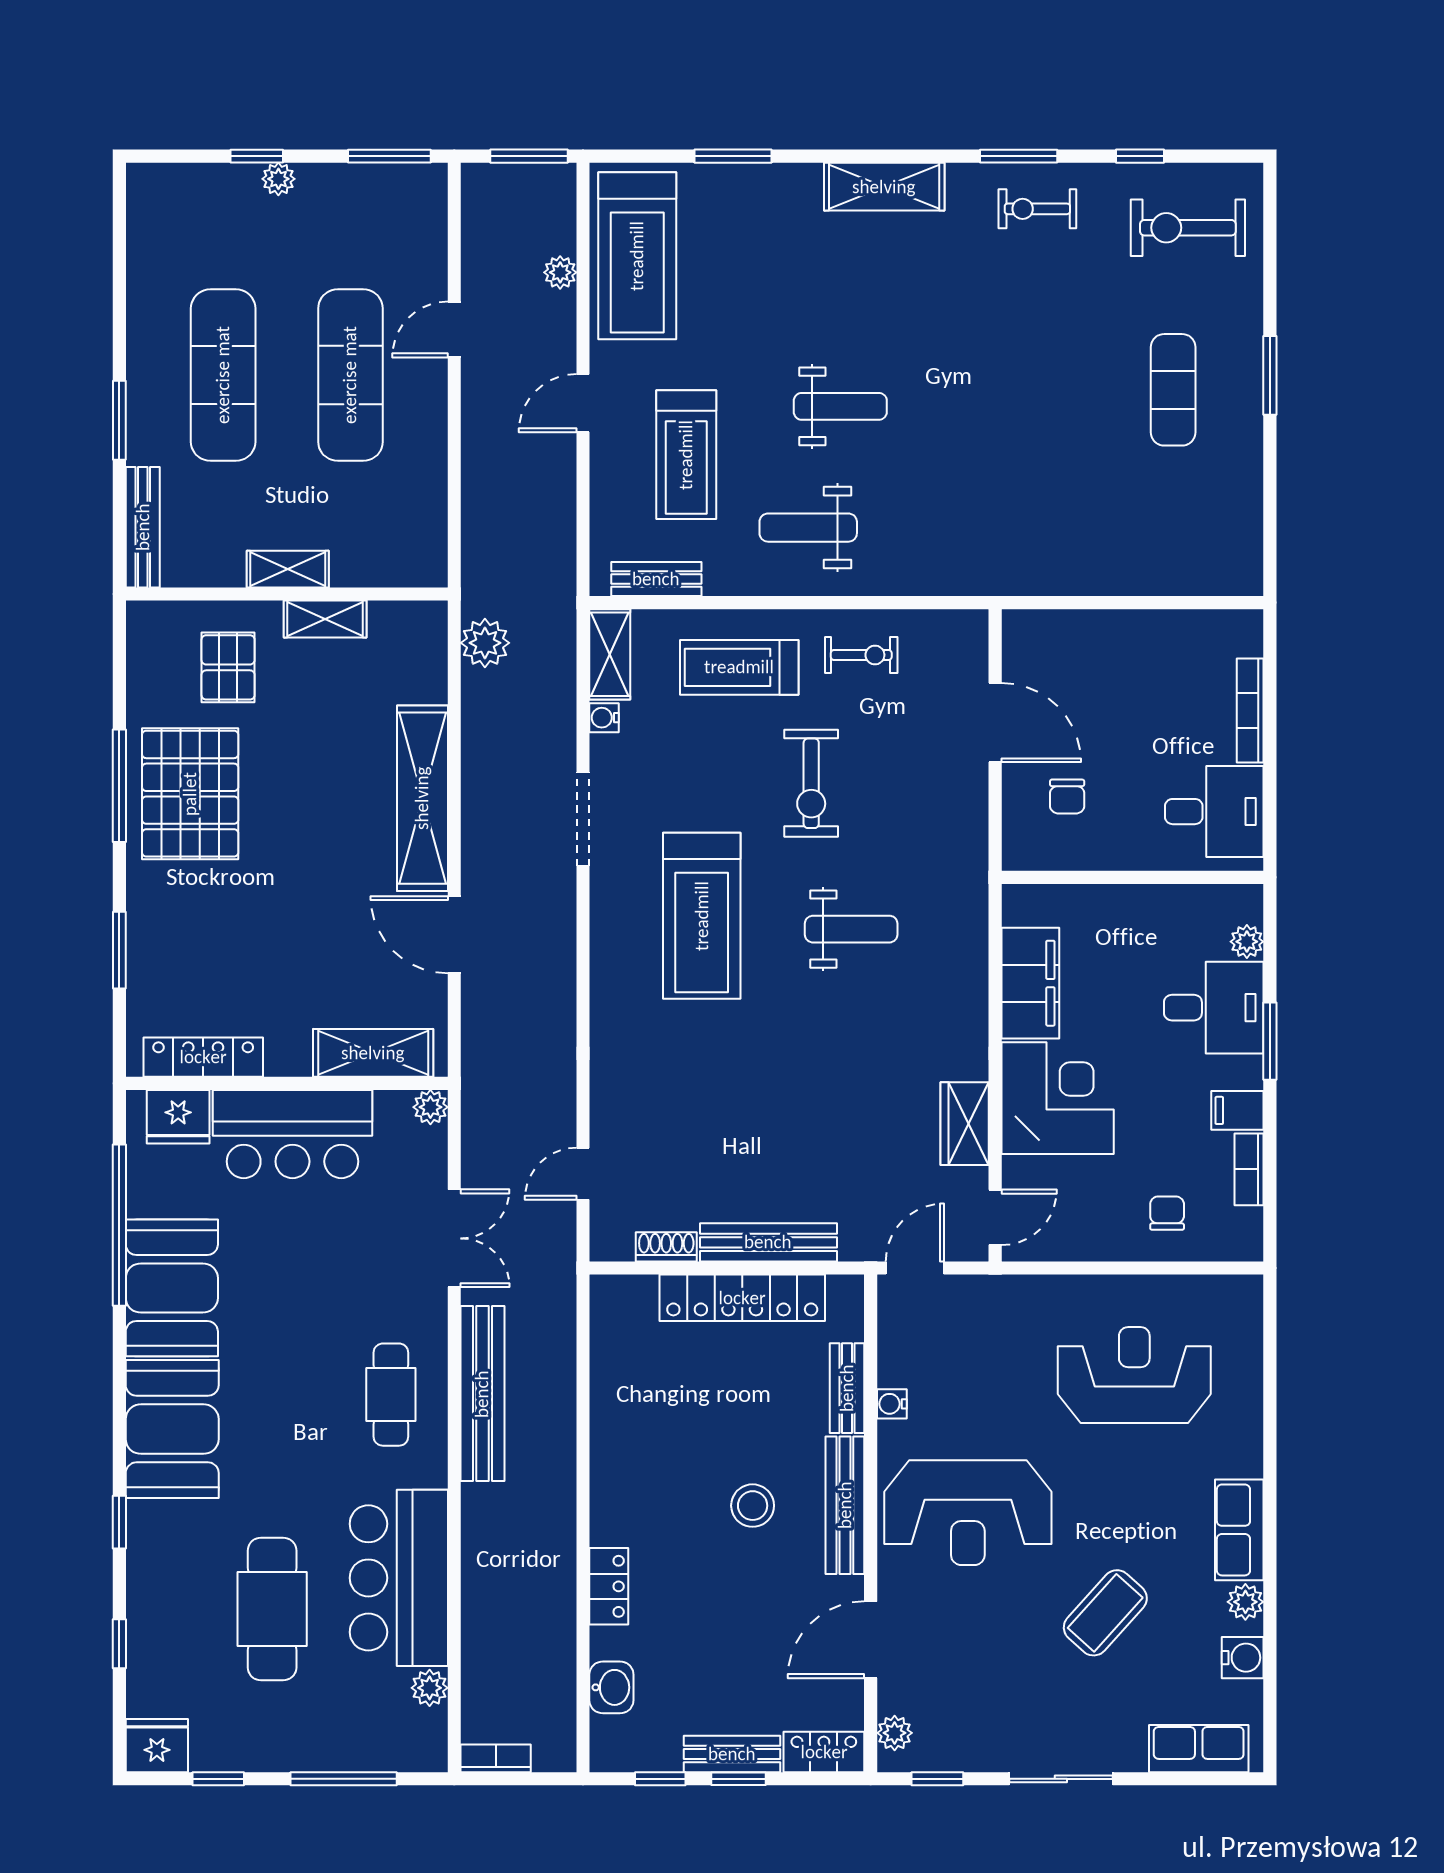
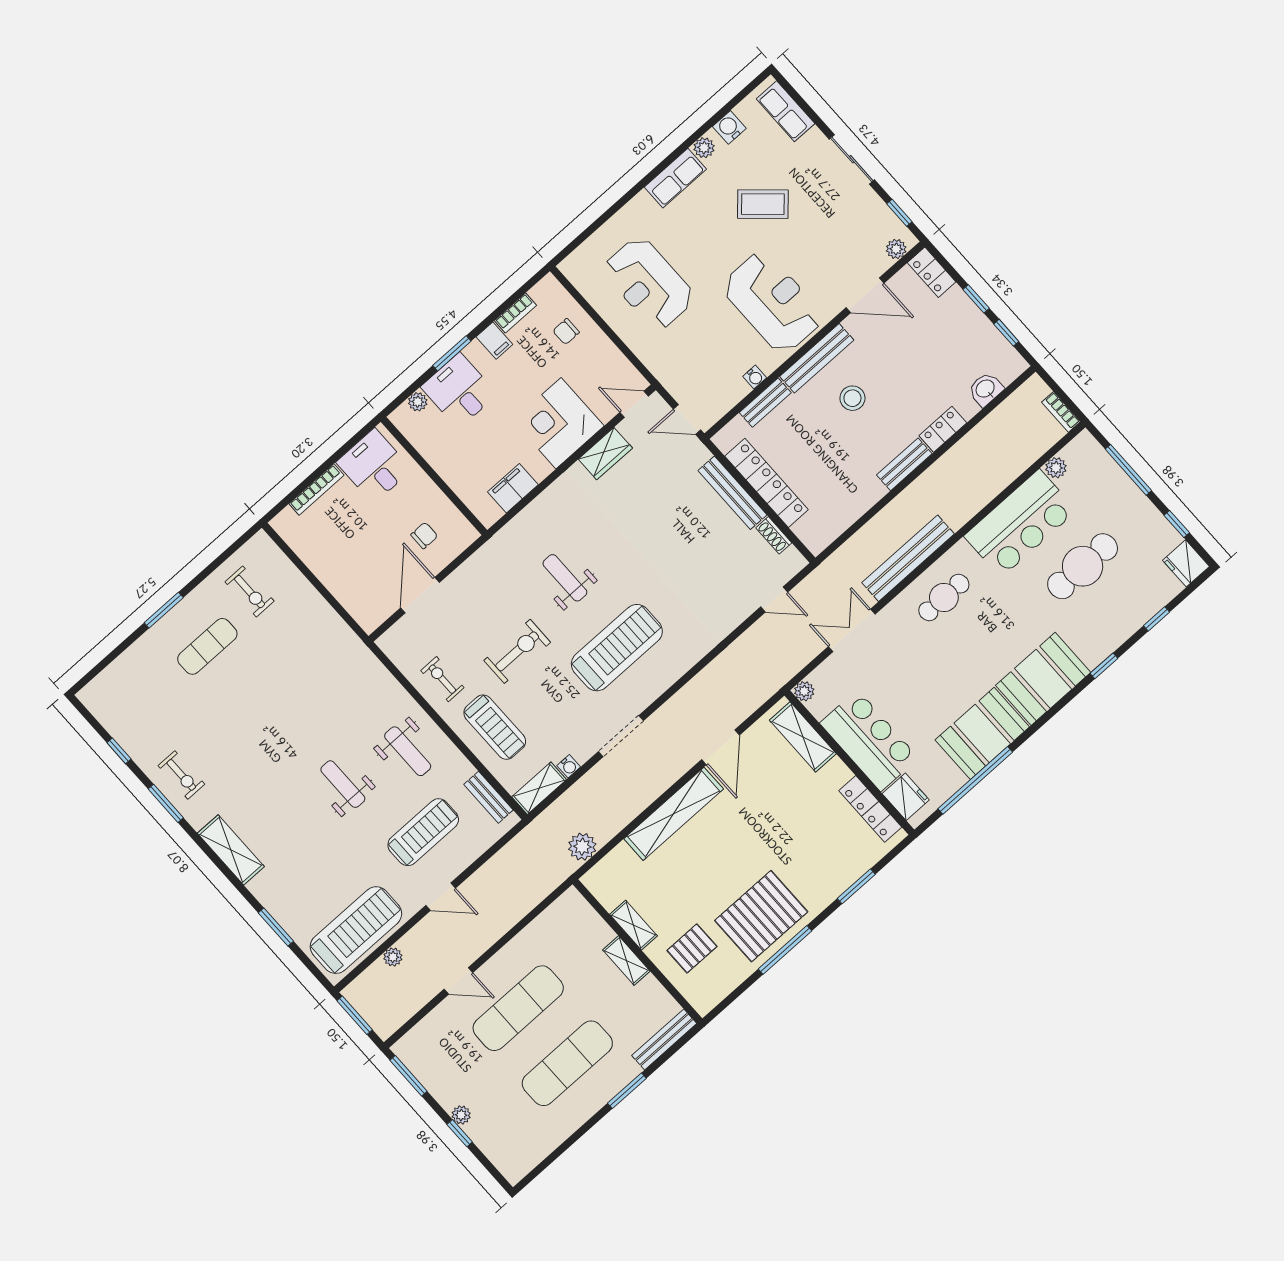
exercise bike: (1188, 228) -> (250, 592), moved, width x0.73, depth x0.72
filing cabinet: (1030, 983) -> (513, 488), width x0.67, depth x0.86
bench: (732, 1754) -> (904, 464), moved, turned 90

